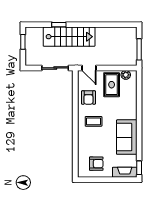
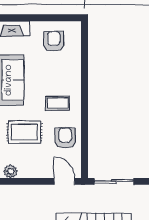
rug: (112, 85) -> (24, 132), moved, turned 90
armchair: (96, 164) -> (54, 41), turned 90

